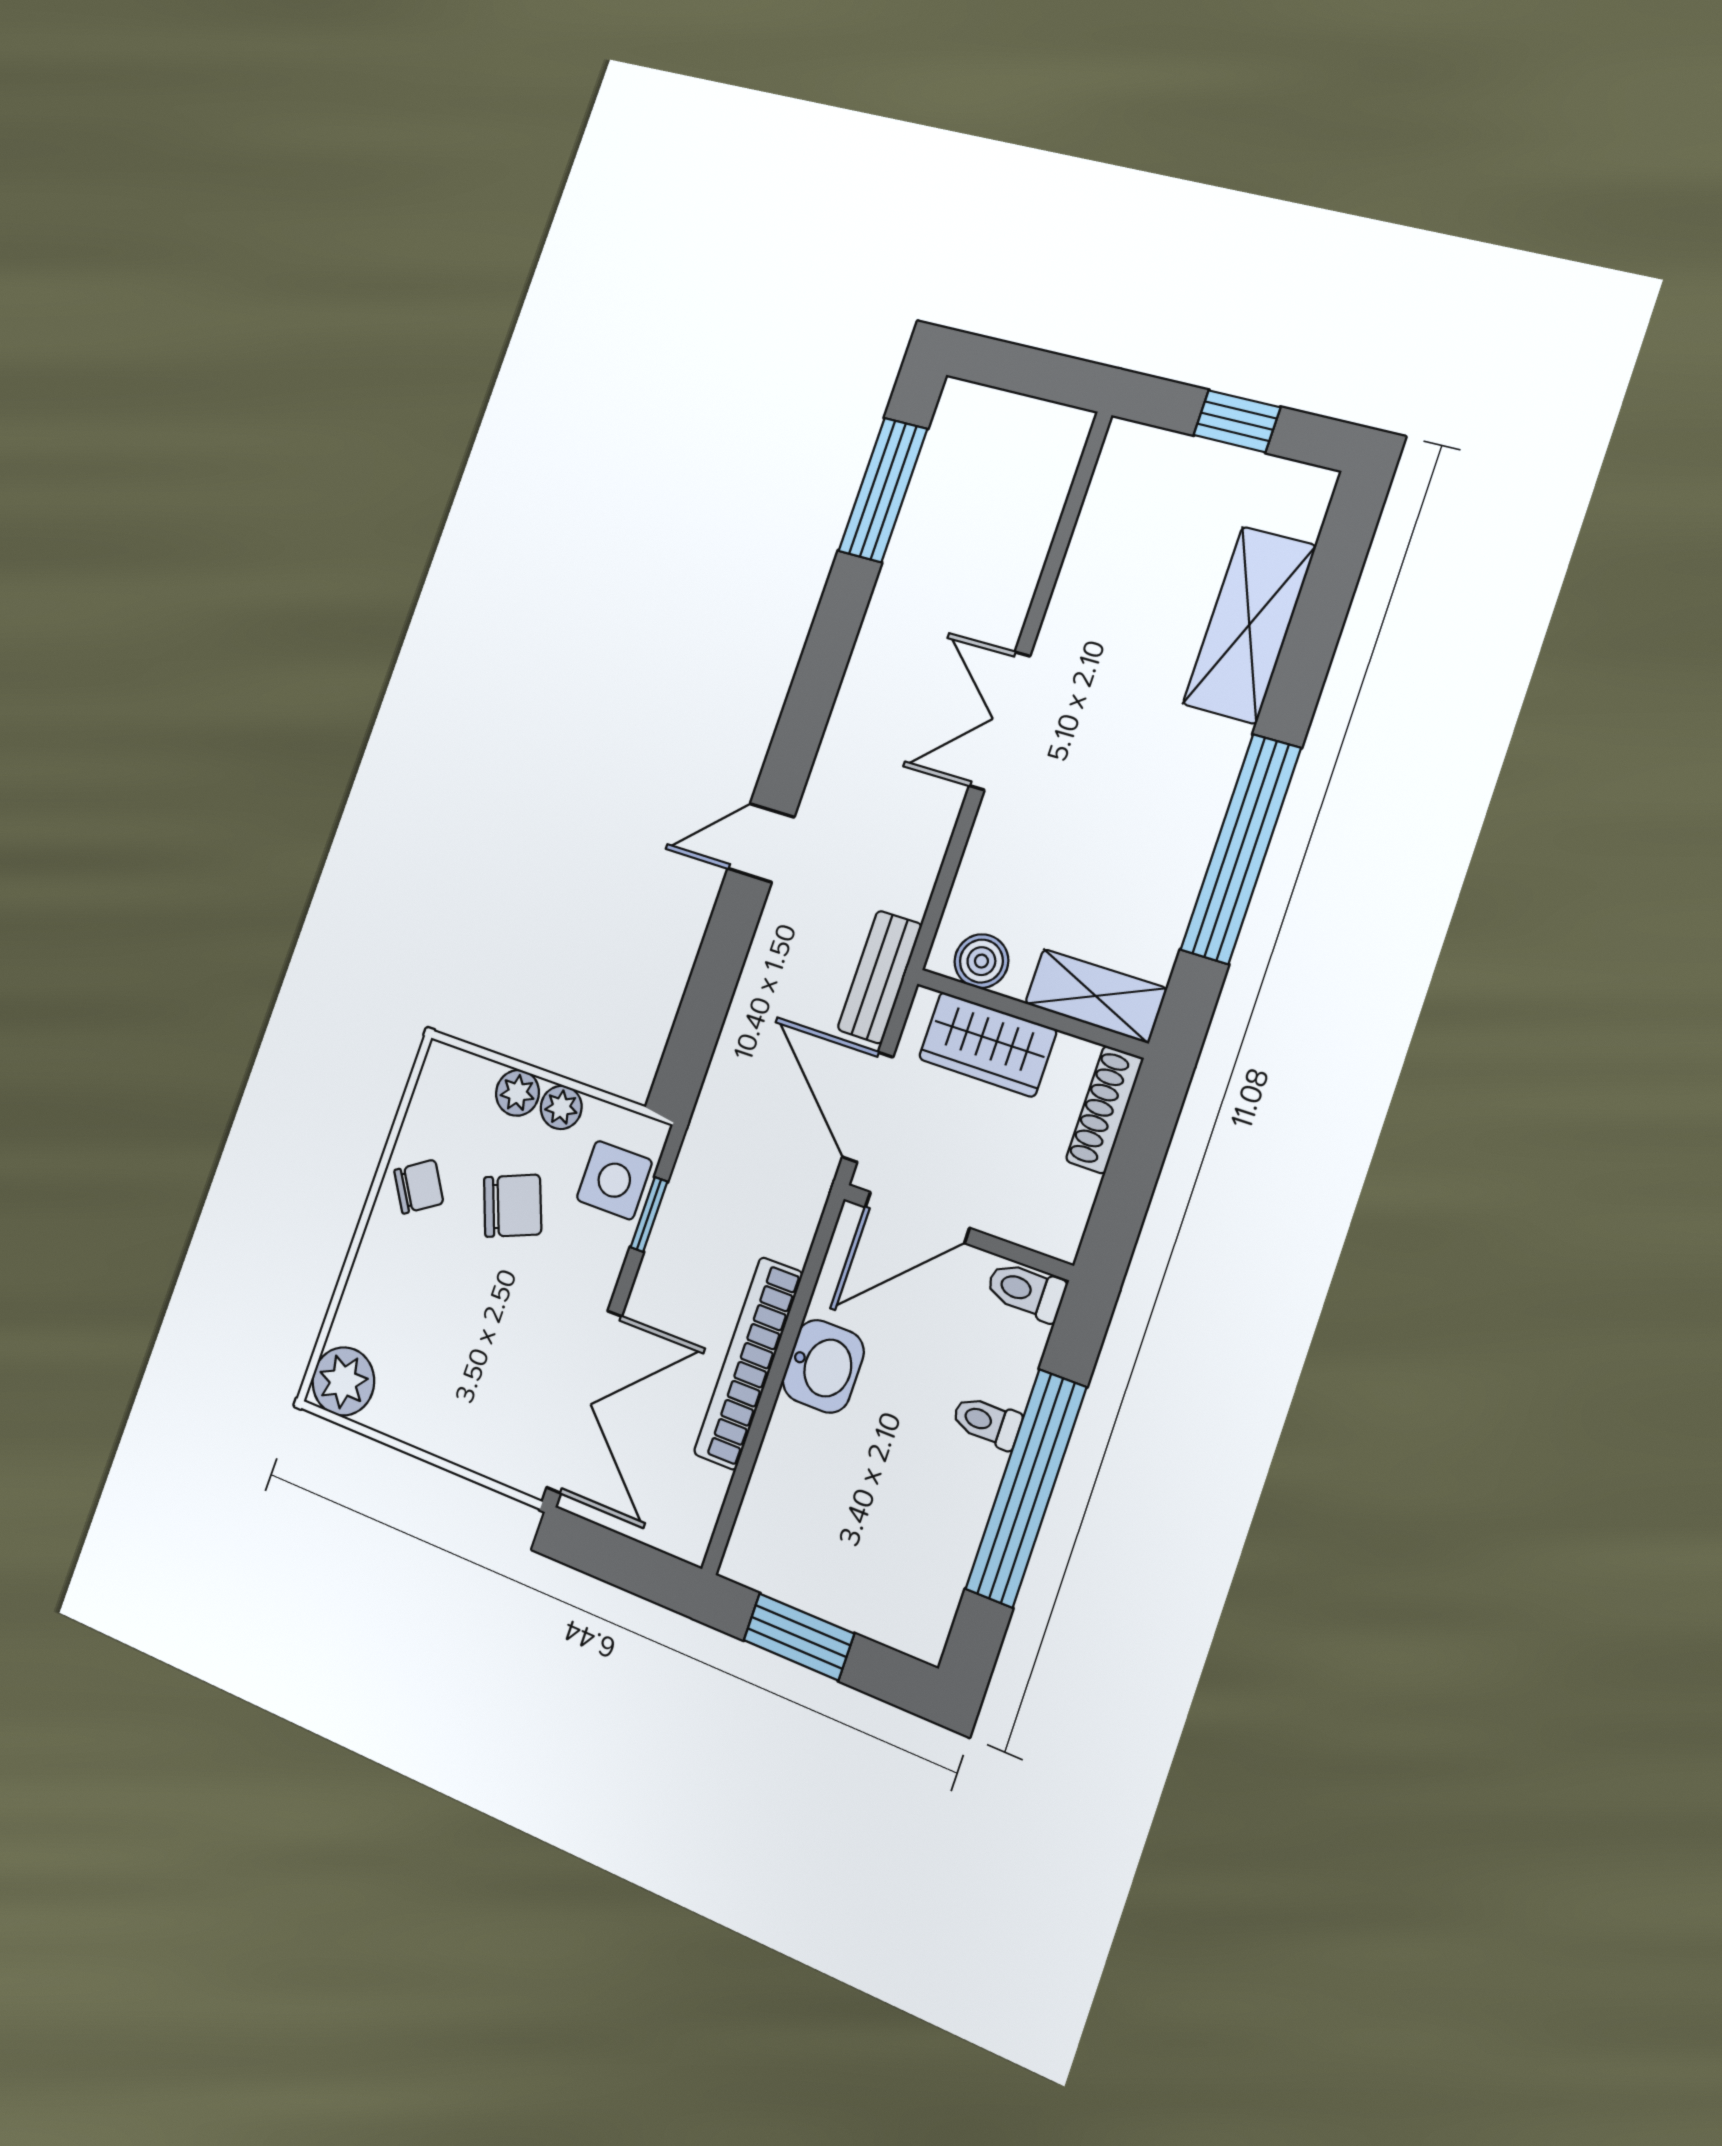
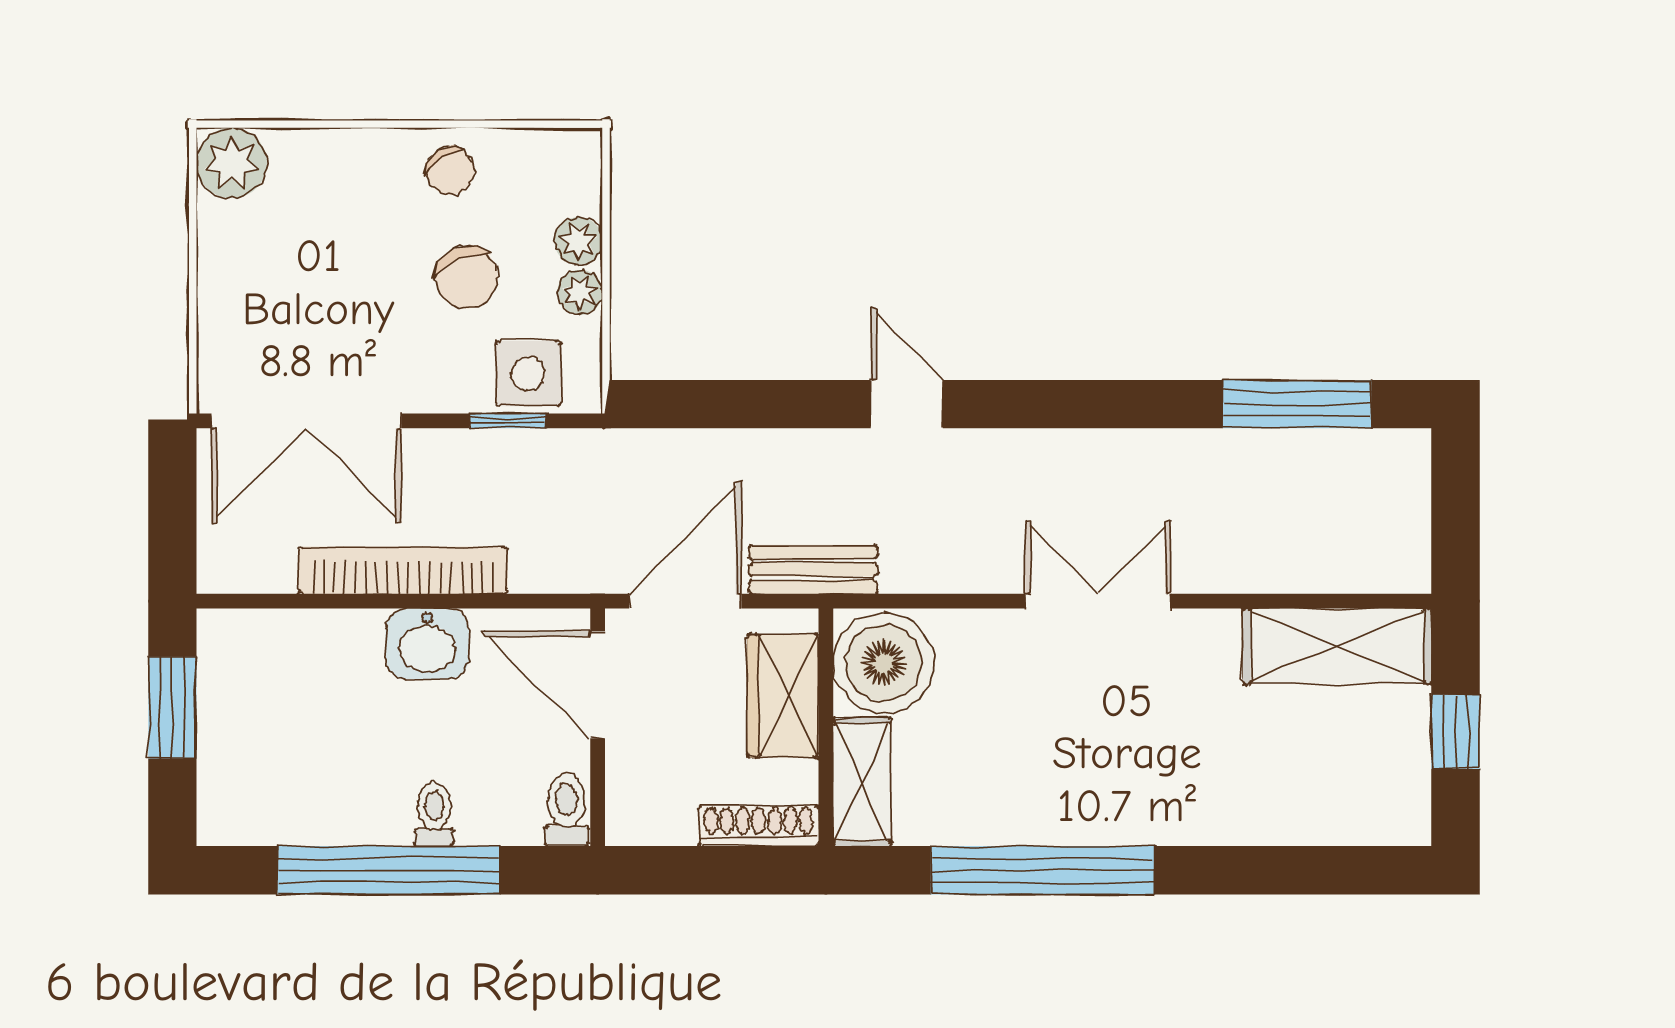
shelving: (1249, 625) -> (1337, 646), moved
boiler: (981, 961) -> (883, 663), width x1.86, depth x1.86

